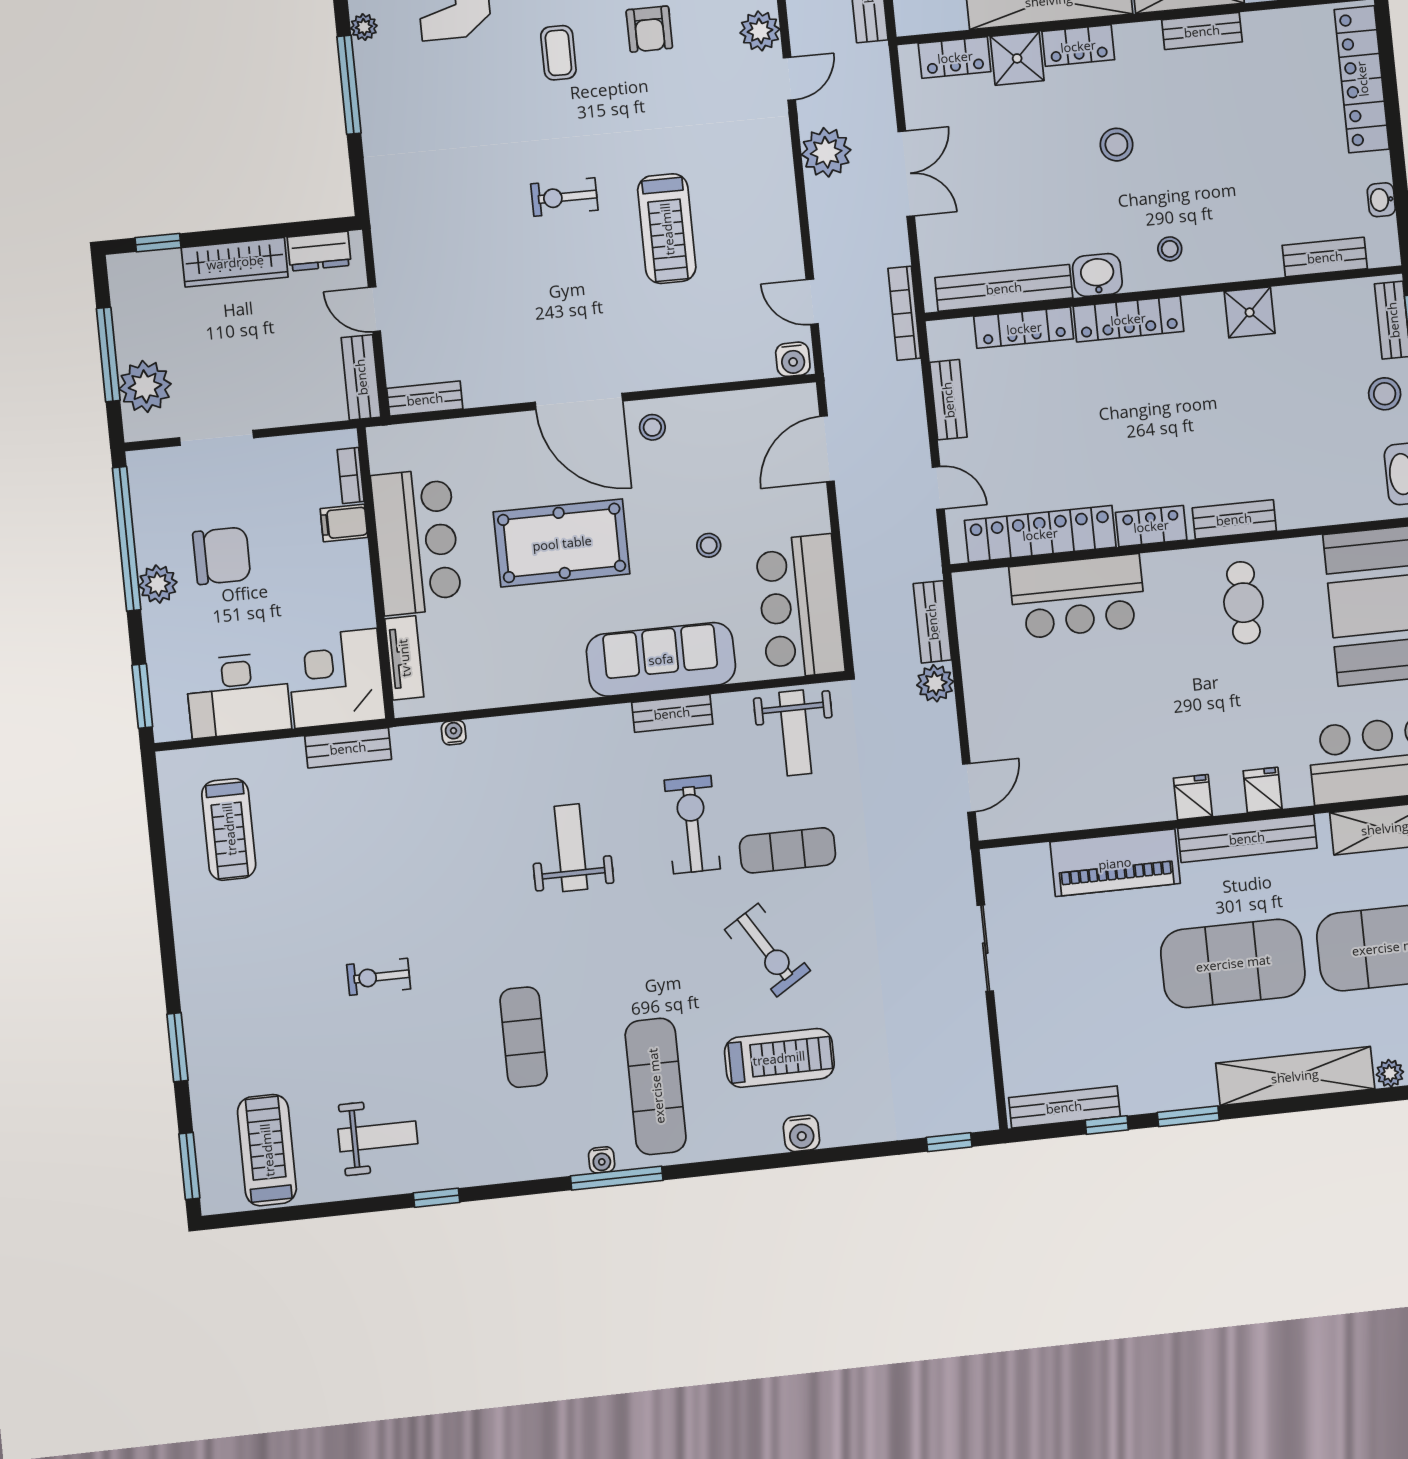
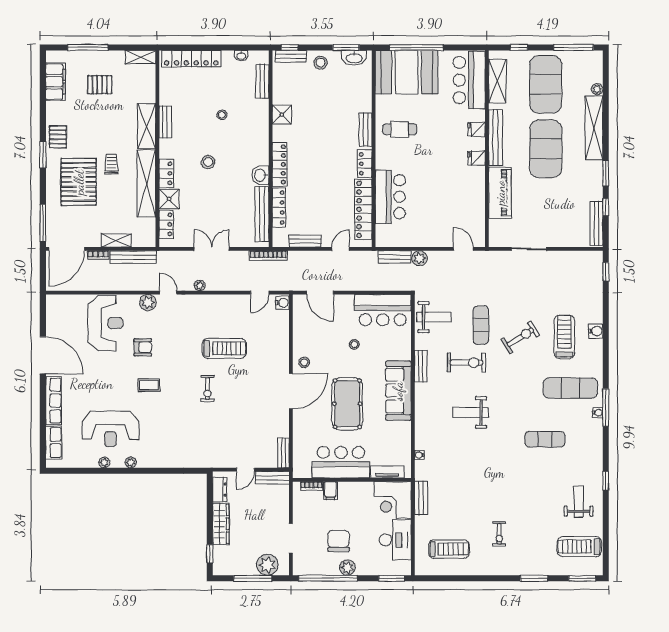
window: (349, 85) -> (154, 471), removed
plant: (826, 152) -> (200, 285), width x0.53, depth x0.53
stool: (1170, 249) -> (222, 115), moved
sofa: (661, 659) -> (398, 391), moved
exercise bike: (692, 825) -> (466, 363), turned 180
exercise bike: (379, 977) -> (499, 534), moved

